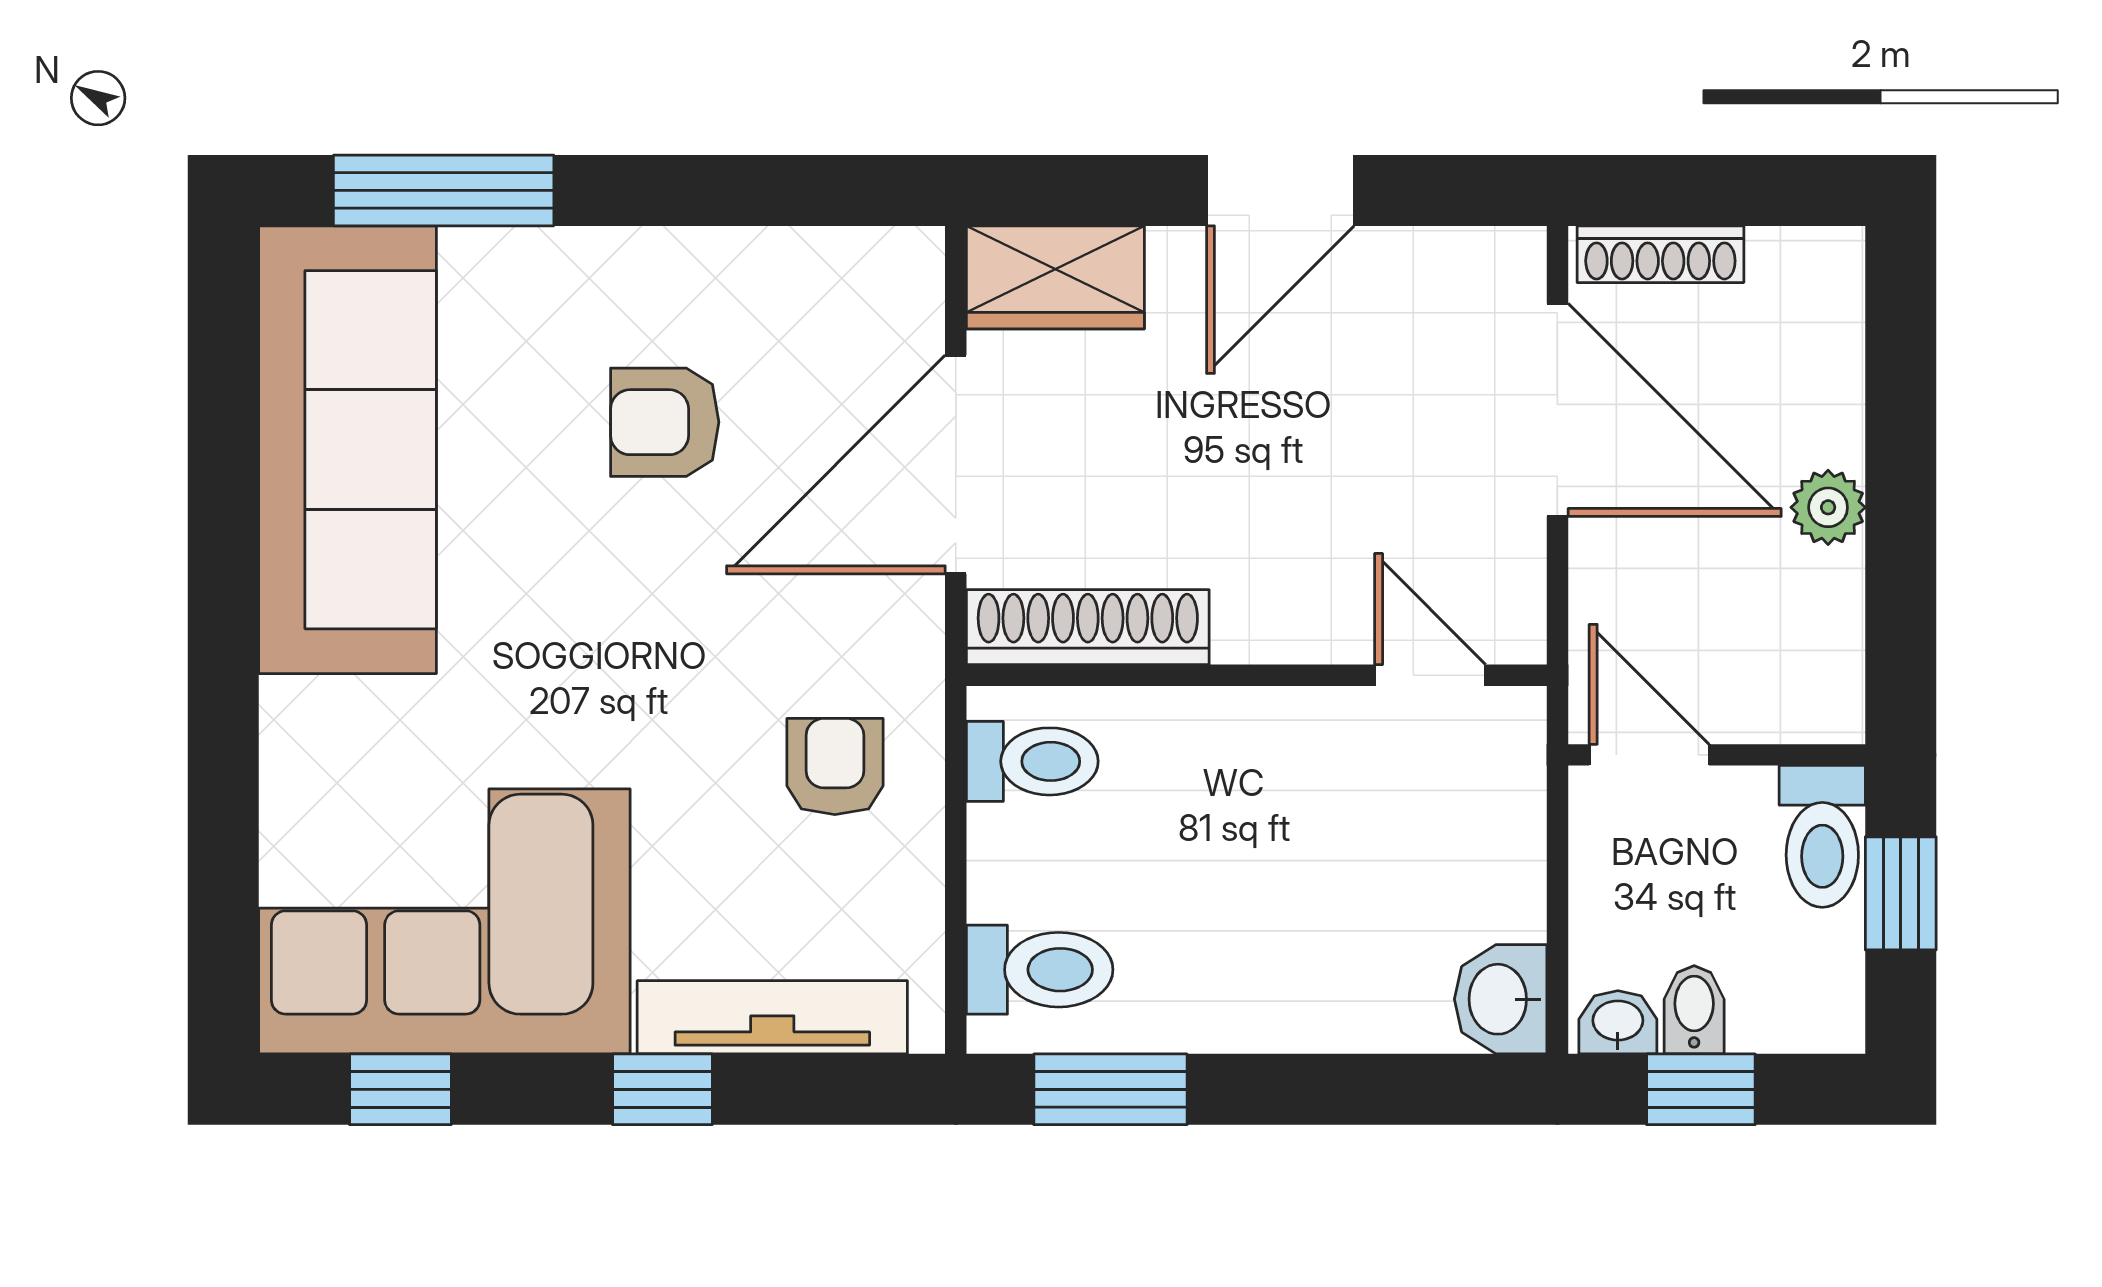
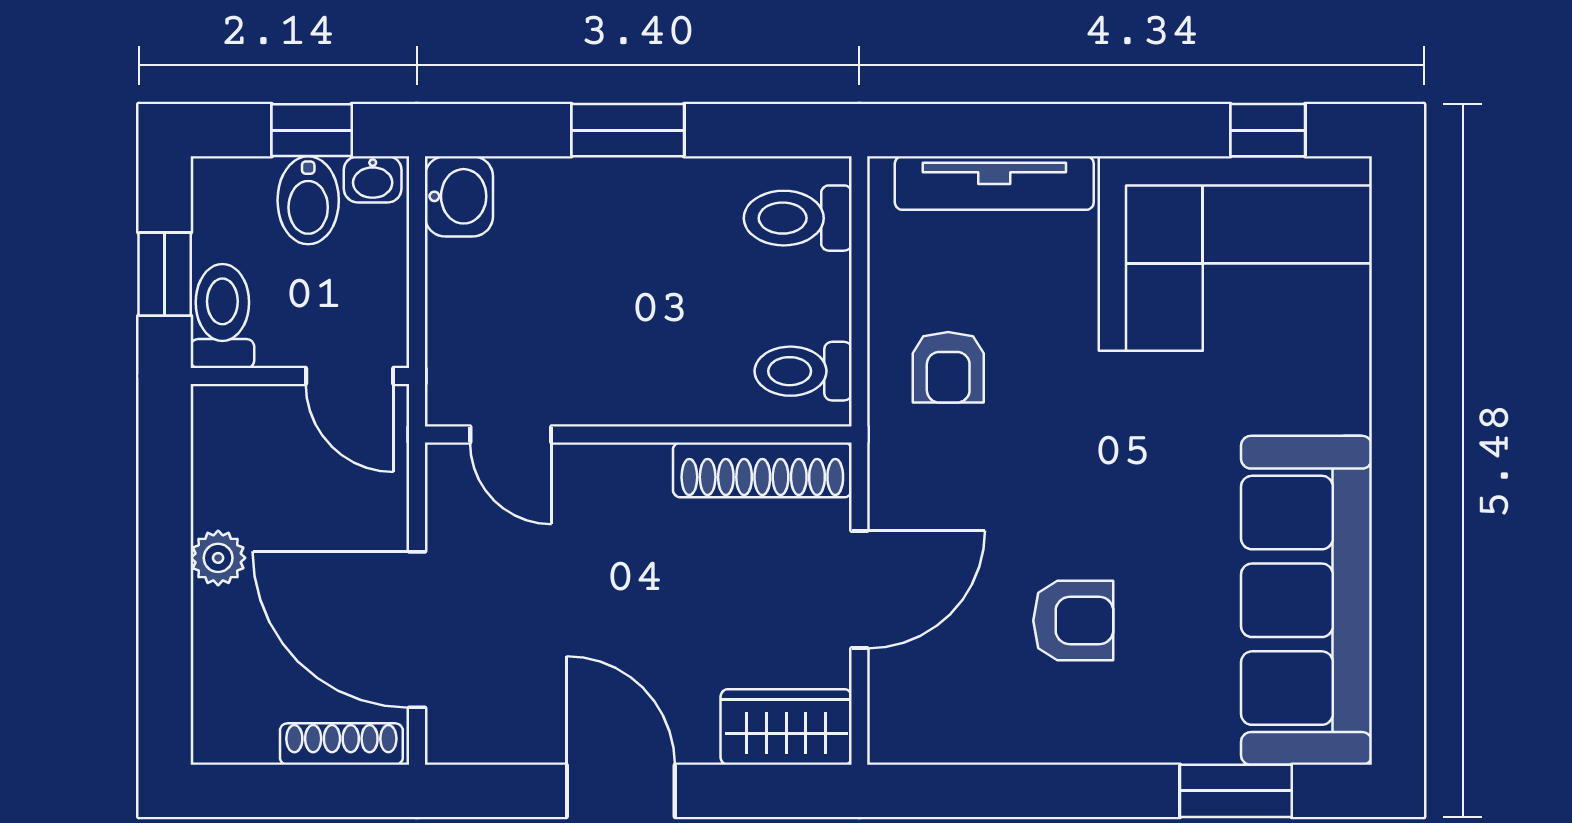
window: (444, 190) -> (1236, 791), width x0.69
door: (1280, 190) -> (621, 791), hinge flipped
door: (956, 464) -> (859, 589), width x0.73
bidet: (1694, 1010) -> (308, 200), width x1.38, depth x1.36
window: (662, 1089) -> (1075, 130), removed
window: (1110, 1089) -> (628, 130), moved

